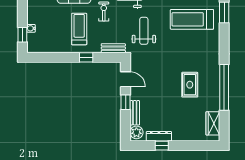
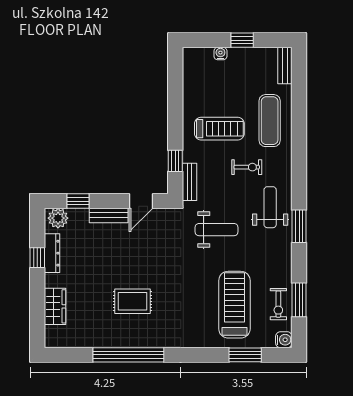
window: (22, 35) -> (242, 40), moved
window: (86, 57) -> (175, 161), moved
window: (126, 102) -> (78, 201), moved
bench: (135, 113) -> (109, 215), moved
wardrobe: (213, 123) -> (55, 306), moved, turned 90

